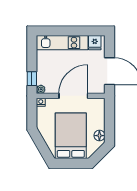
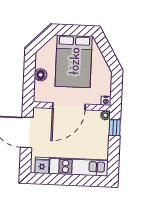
floor lamp: (99, 136) -> (41, 75), moved

